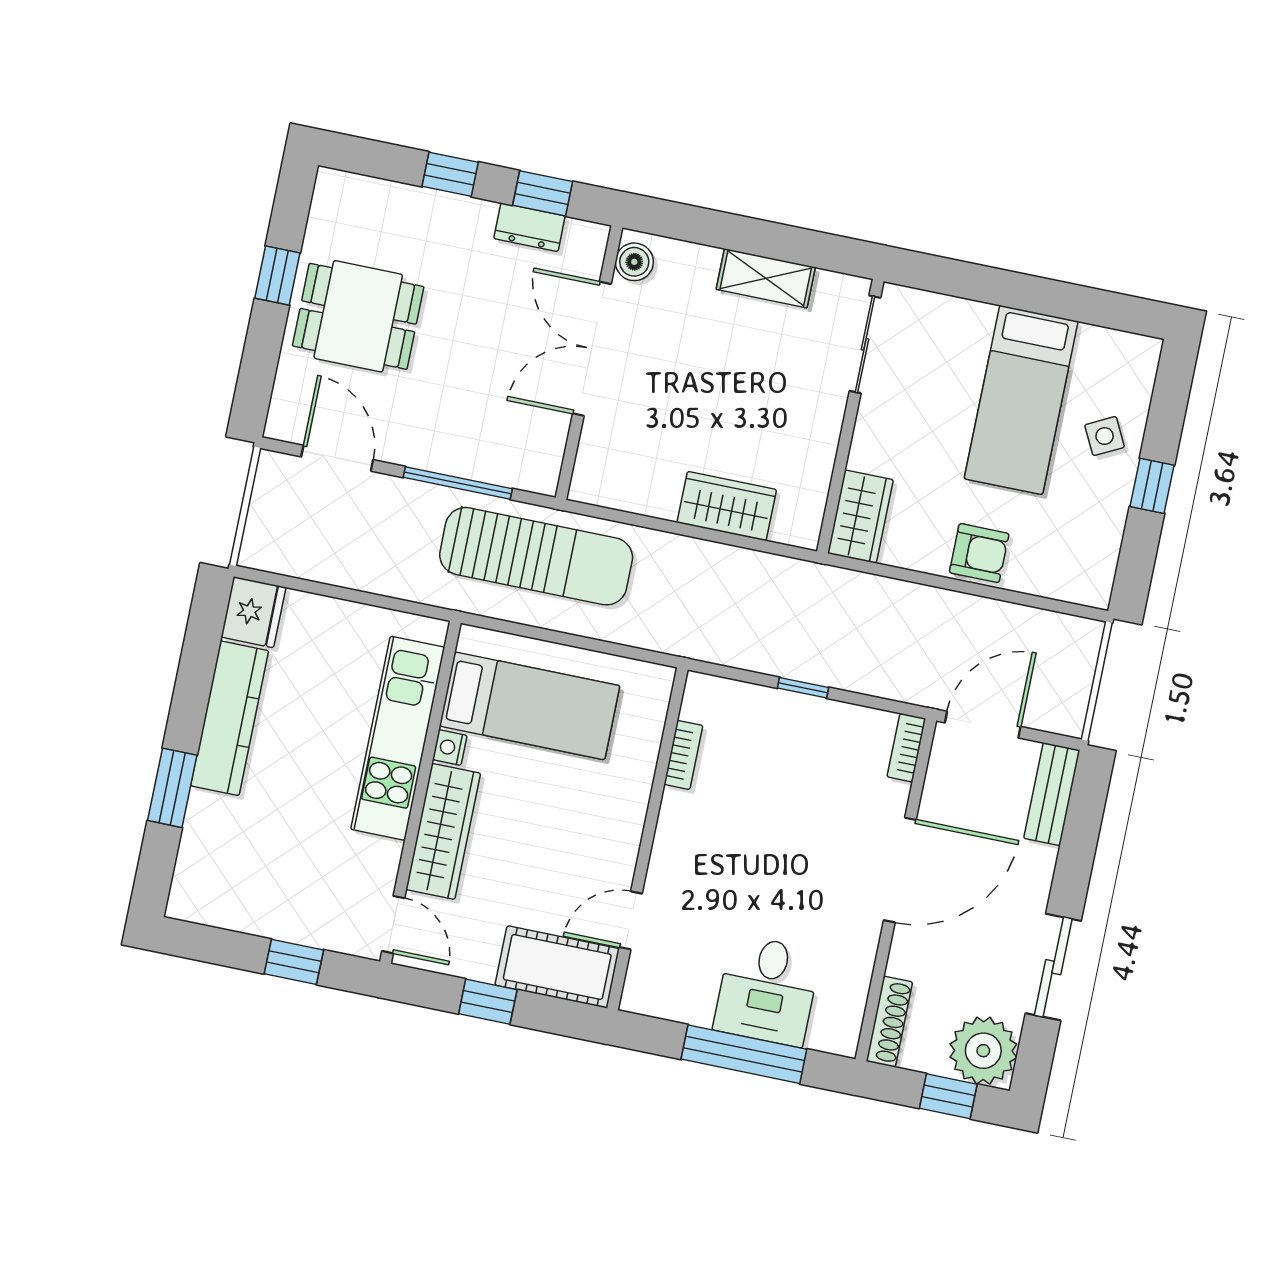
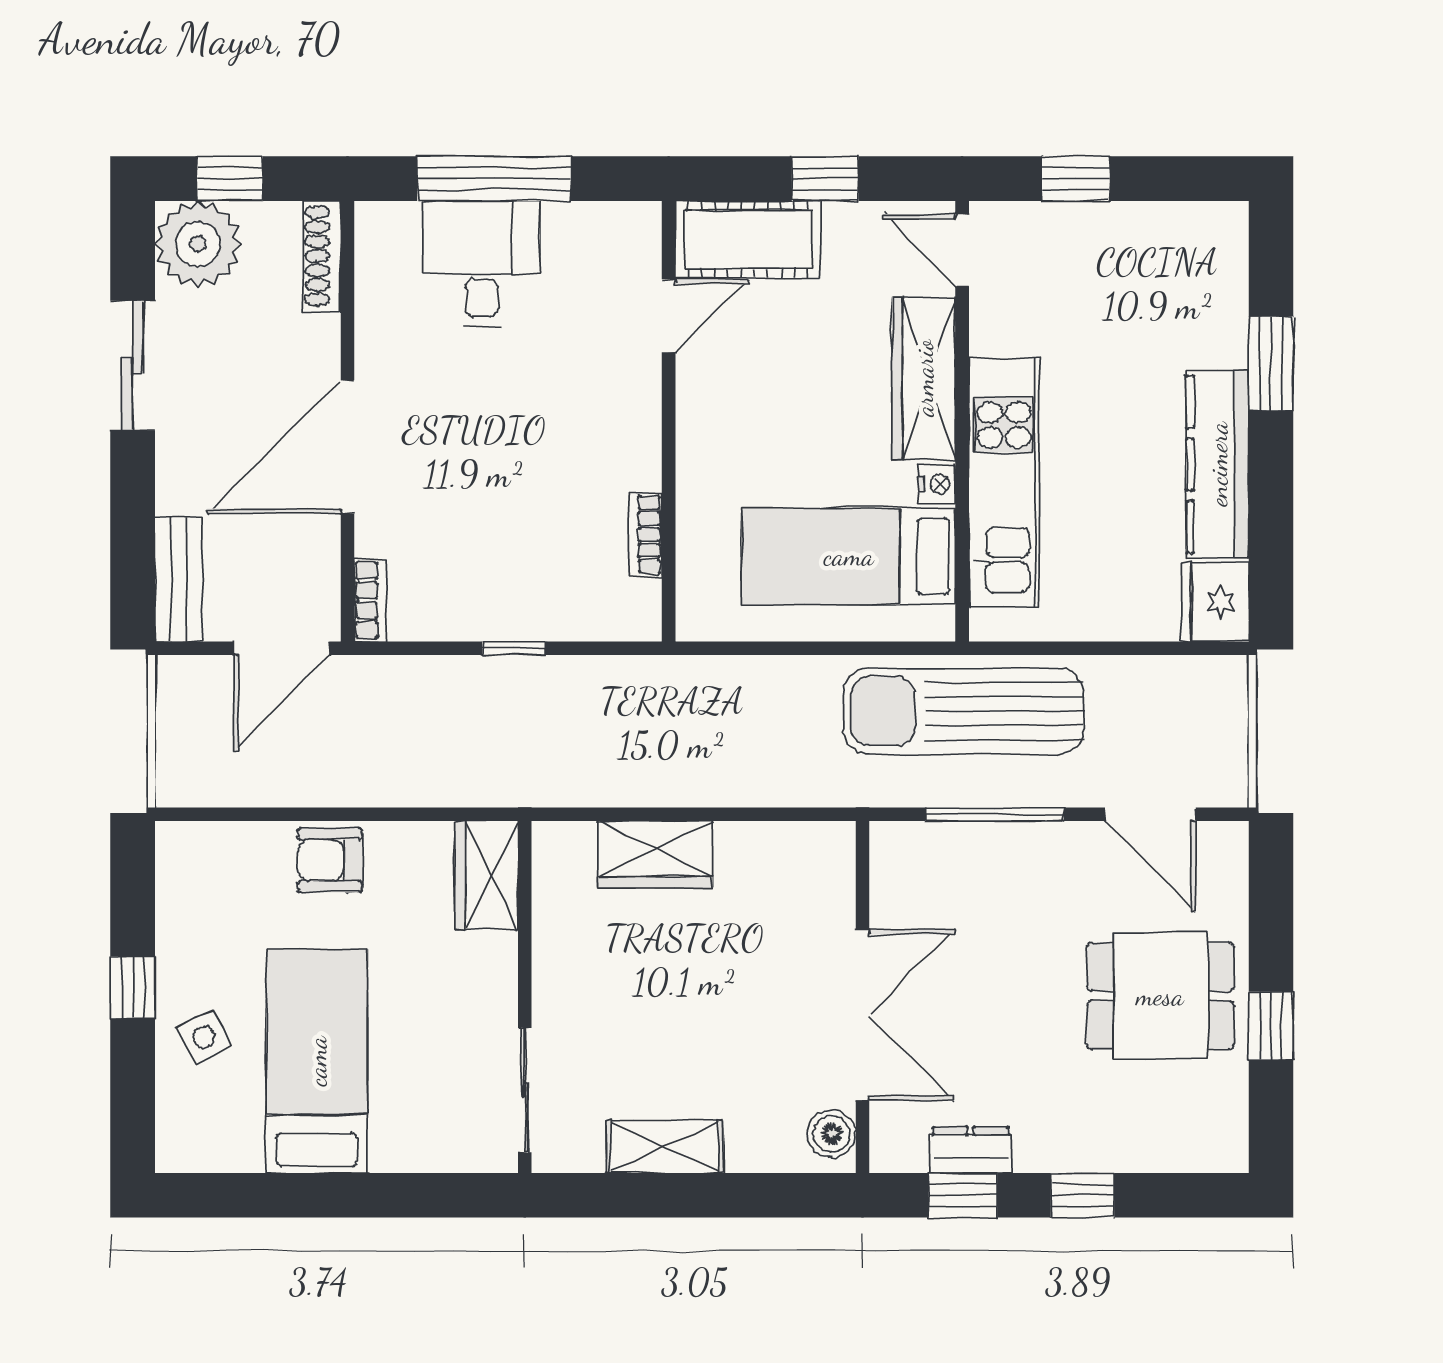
sun lounger: (536, 556) -> (963, 711), moved

